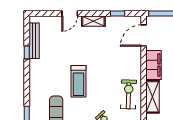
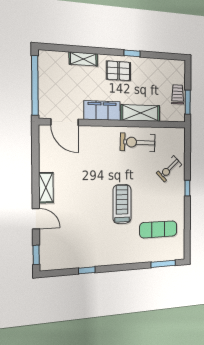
window: (118, 14) -> (36, 255), moved
bench: (34, 41) -> (72, 262), removed
treadmill: (79, 81) -> (122, 204), turned -90

